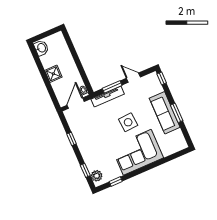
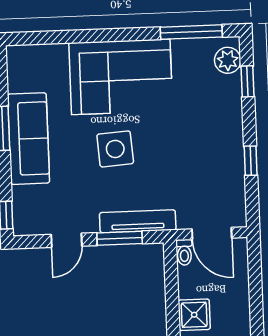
shower: (53, 74) -> (194, 315), moved
door: (133, 78) -> (66, 240), hinge flipped
door: (76, 103) -> (212, 233), hinge flipped
window: (116, 181) -> (191, 32), width x2.17

